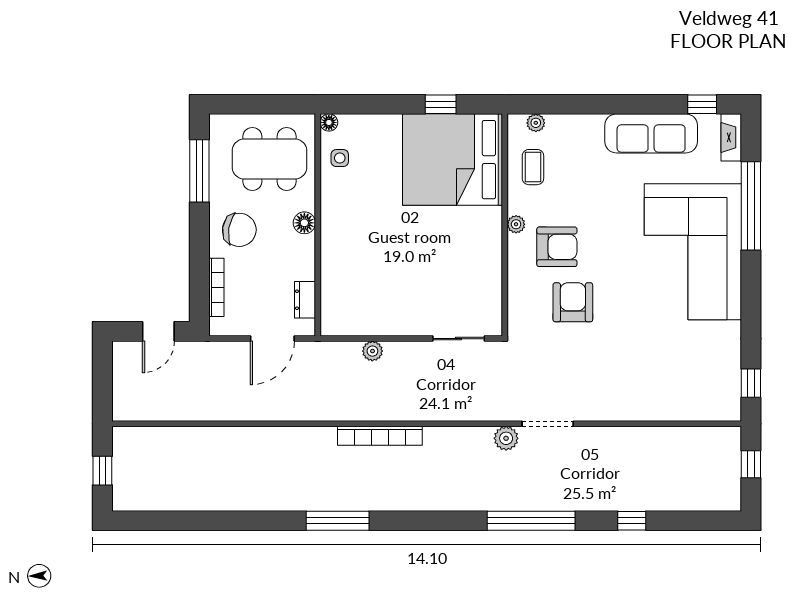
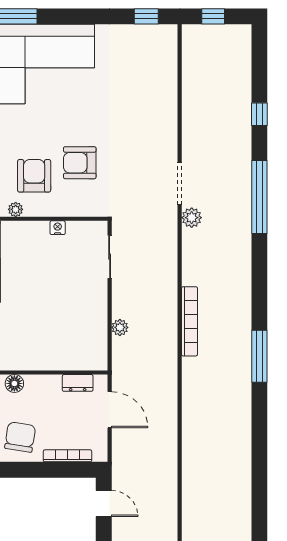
nightstand: (494, 275) -> (58, 228), added

